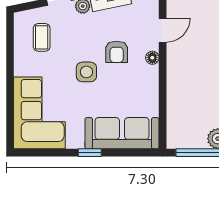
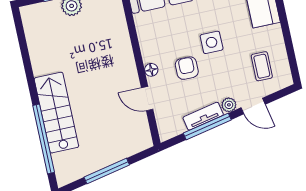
door: (163, 30) -> (147, 99), hinge flipped

